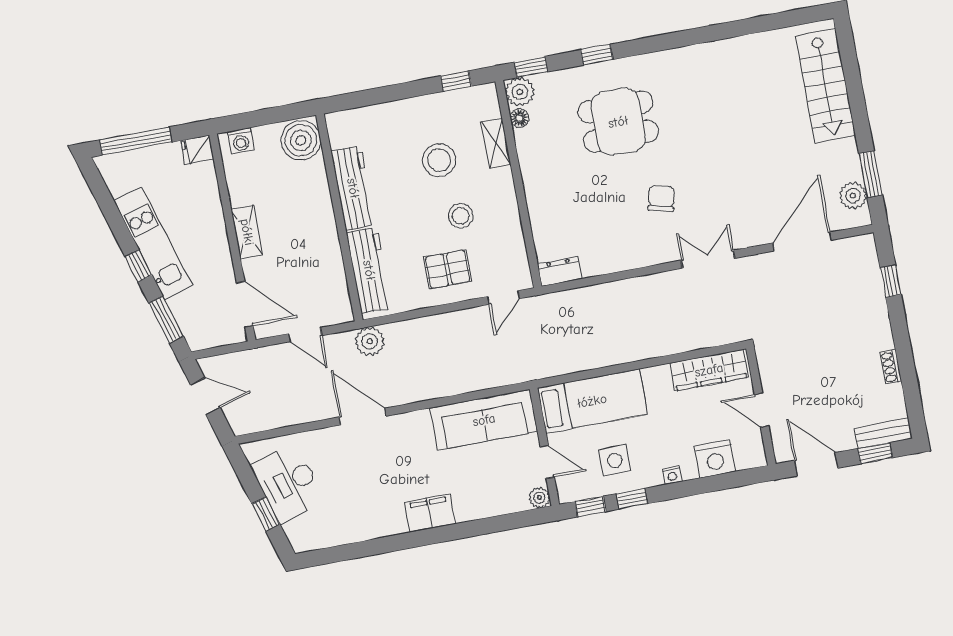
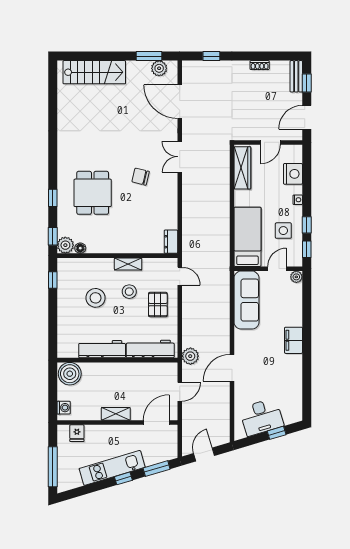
shelving: (496, 143) -> (128, 264), moved
fridge: (197, 150) -> (77, 433), moved

